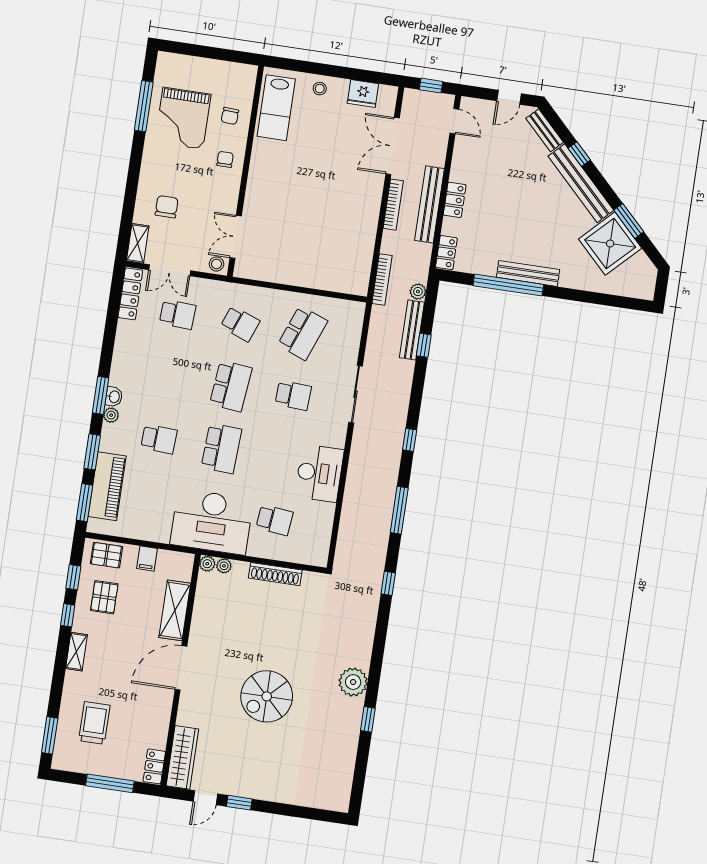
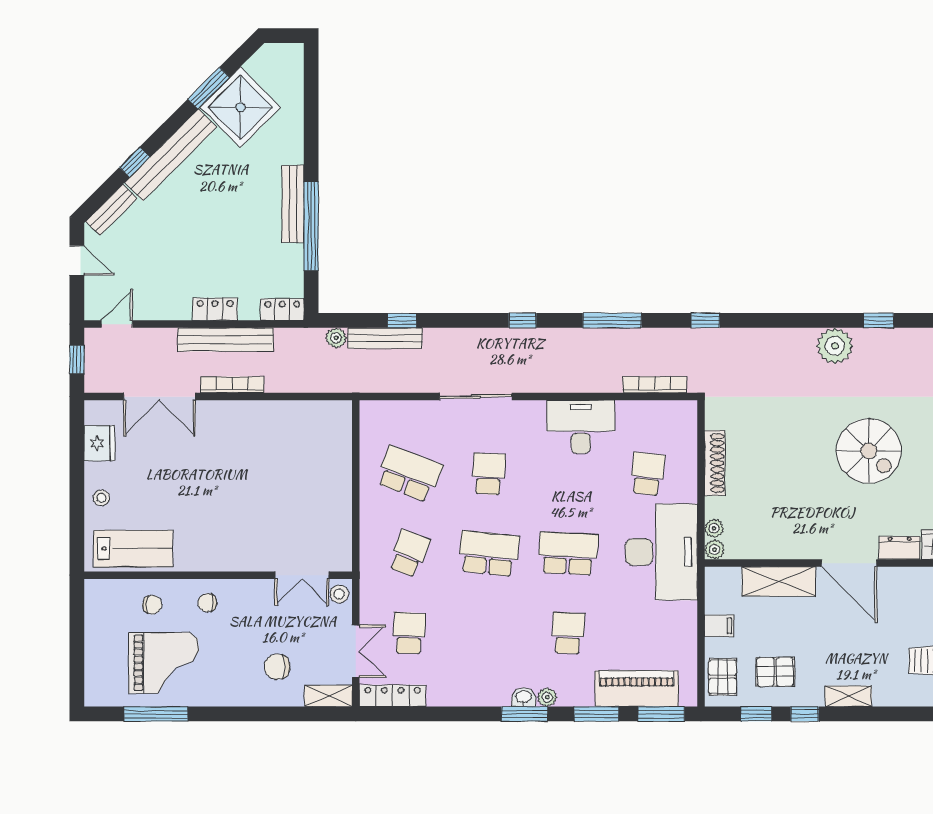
bookcase: (382, 280) -> (655, 385), moved
dresser: (187, 709) -> (900, 548), added

